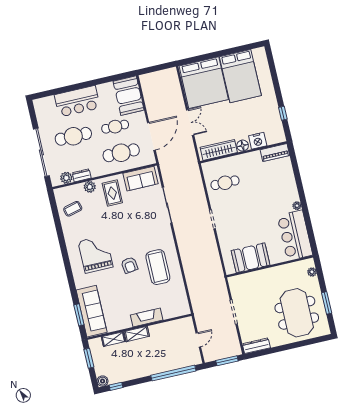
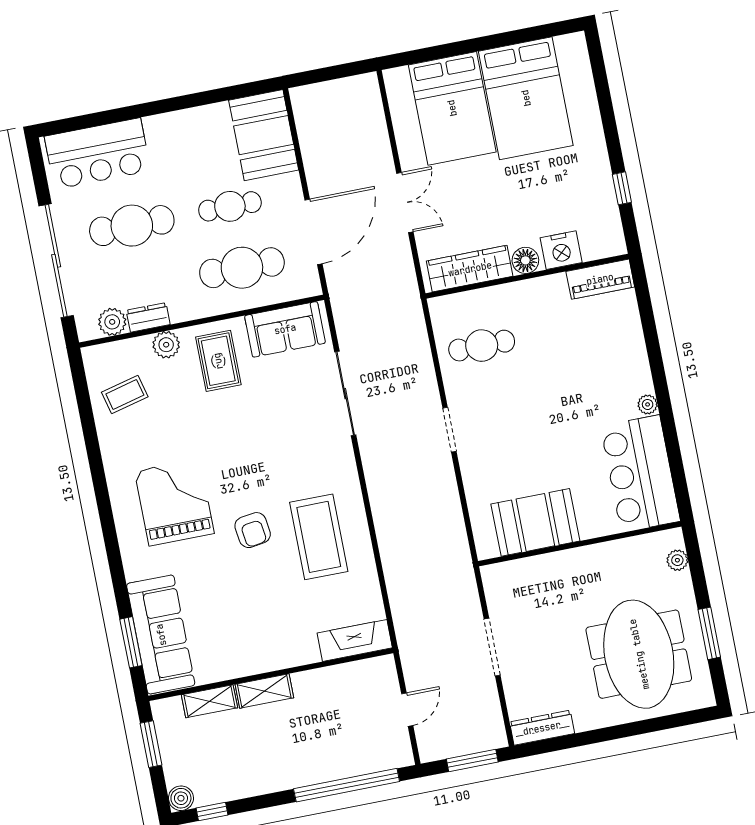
bed: (204, 83) -> (452, 108), width x0.73
bar counter: (77, 101) -> (98, 154), moved
fireplace: (147, 317) -> (355, 640), moved

